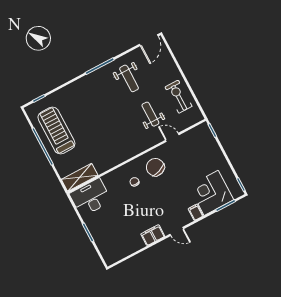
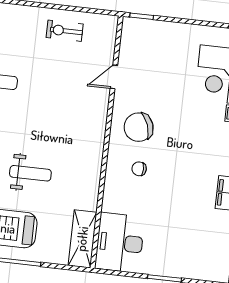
exercise bike: (179, 97) -> (65, 31), width x0.73, depth x0.72
weight bench: (150, 114) -> (30, 173), moved, turned 180

